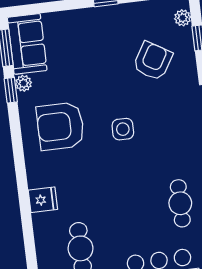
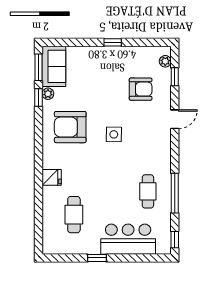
armchair: (153, 61) -> (141, 89), turned 59

